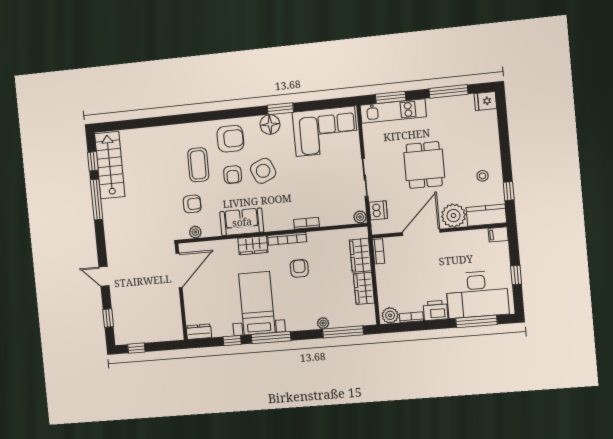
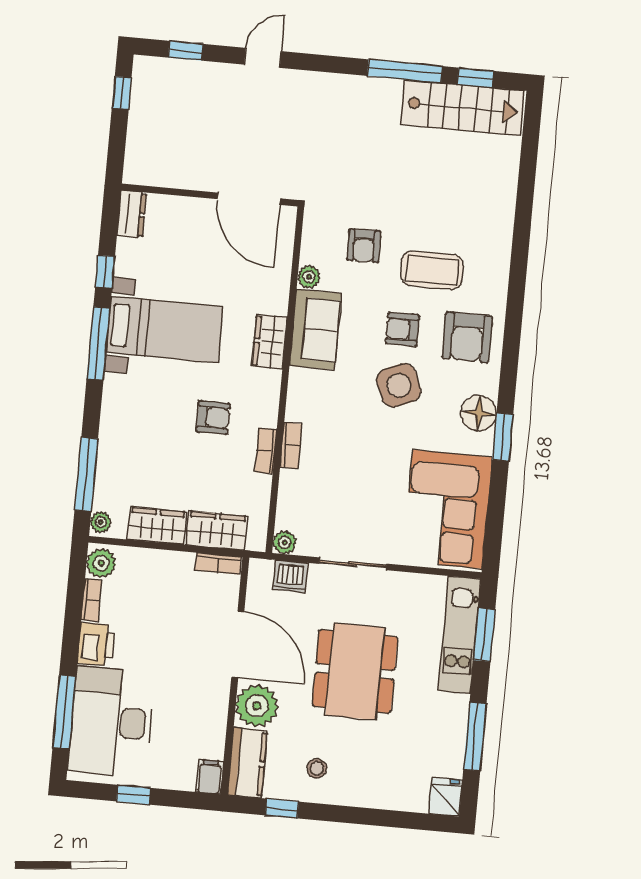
dining table: (424, 165) -> (355, 671), width x1.38
plant: (195, 232) -> (309, 277), moved
bookcase: (287, 239) -> (266, 451), moved, width x0.64
plant: (323, 323) -> (101, 522), moved

